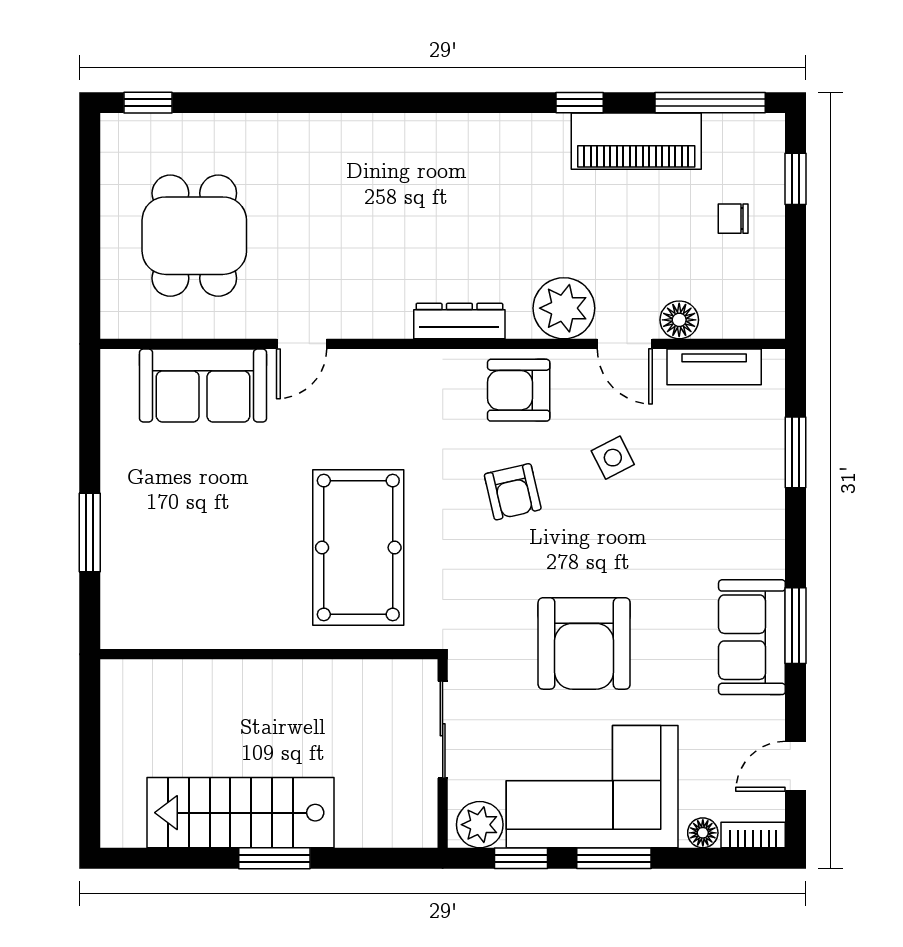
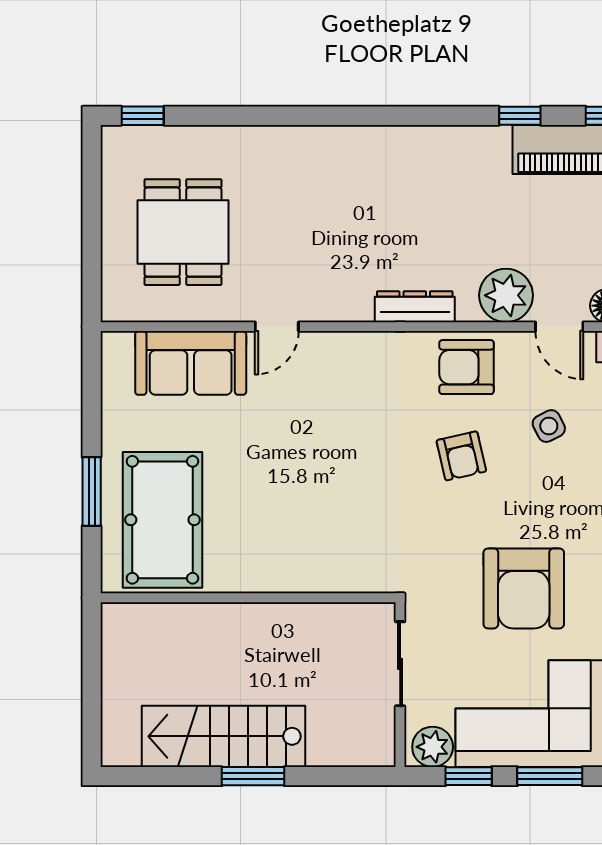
pool table: (358, 548) -> (162, 520), moved

